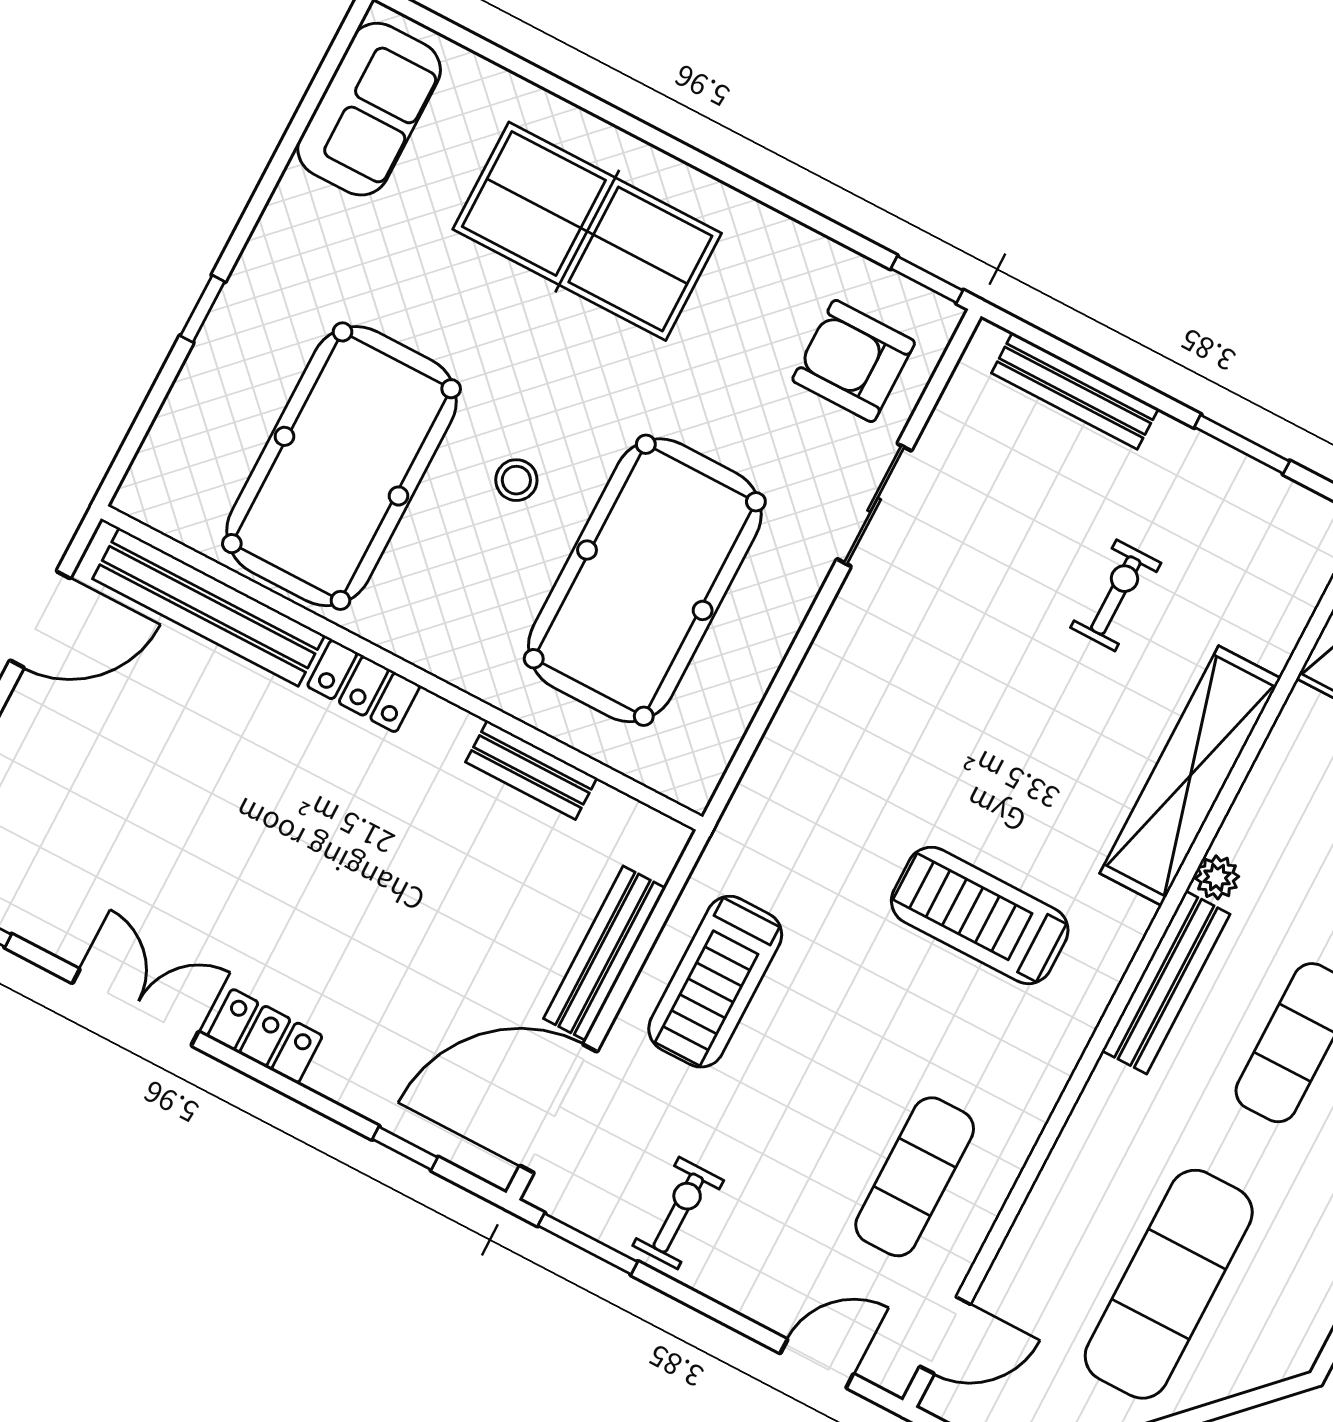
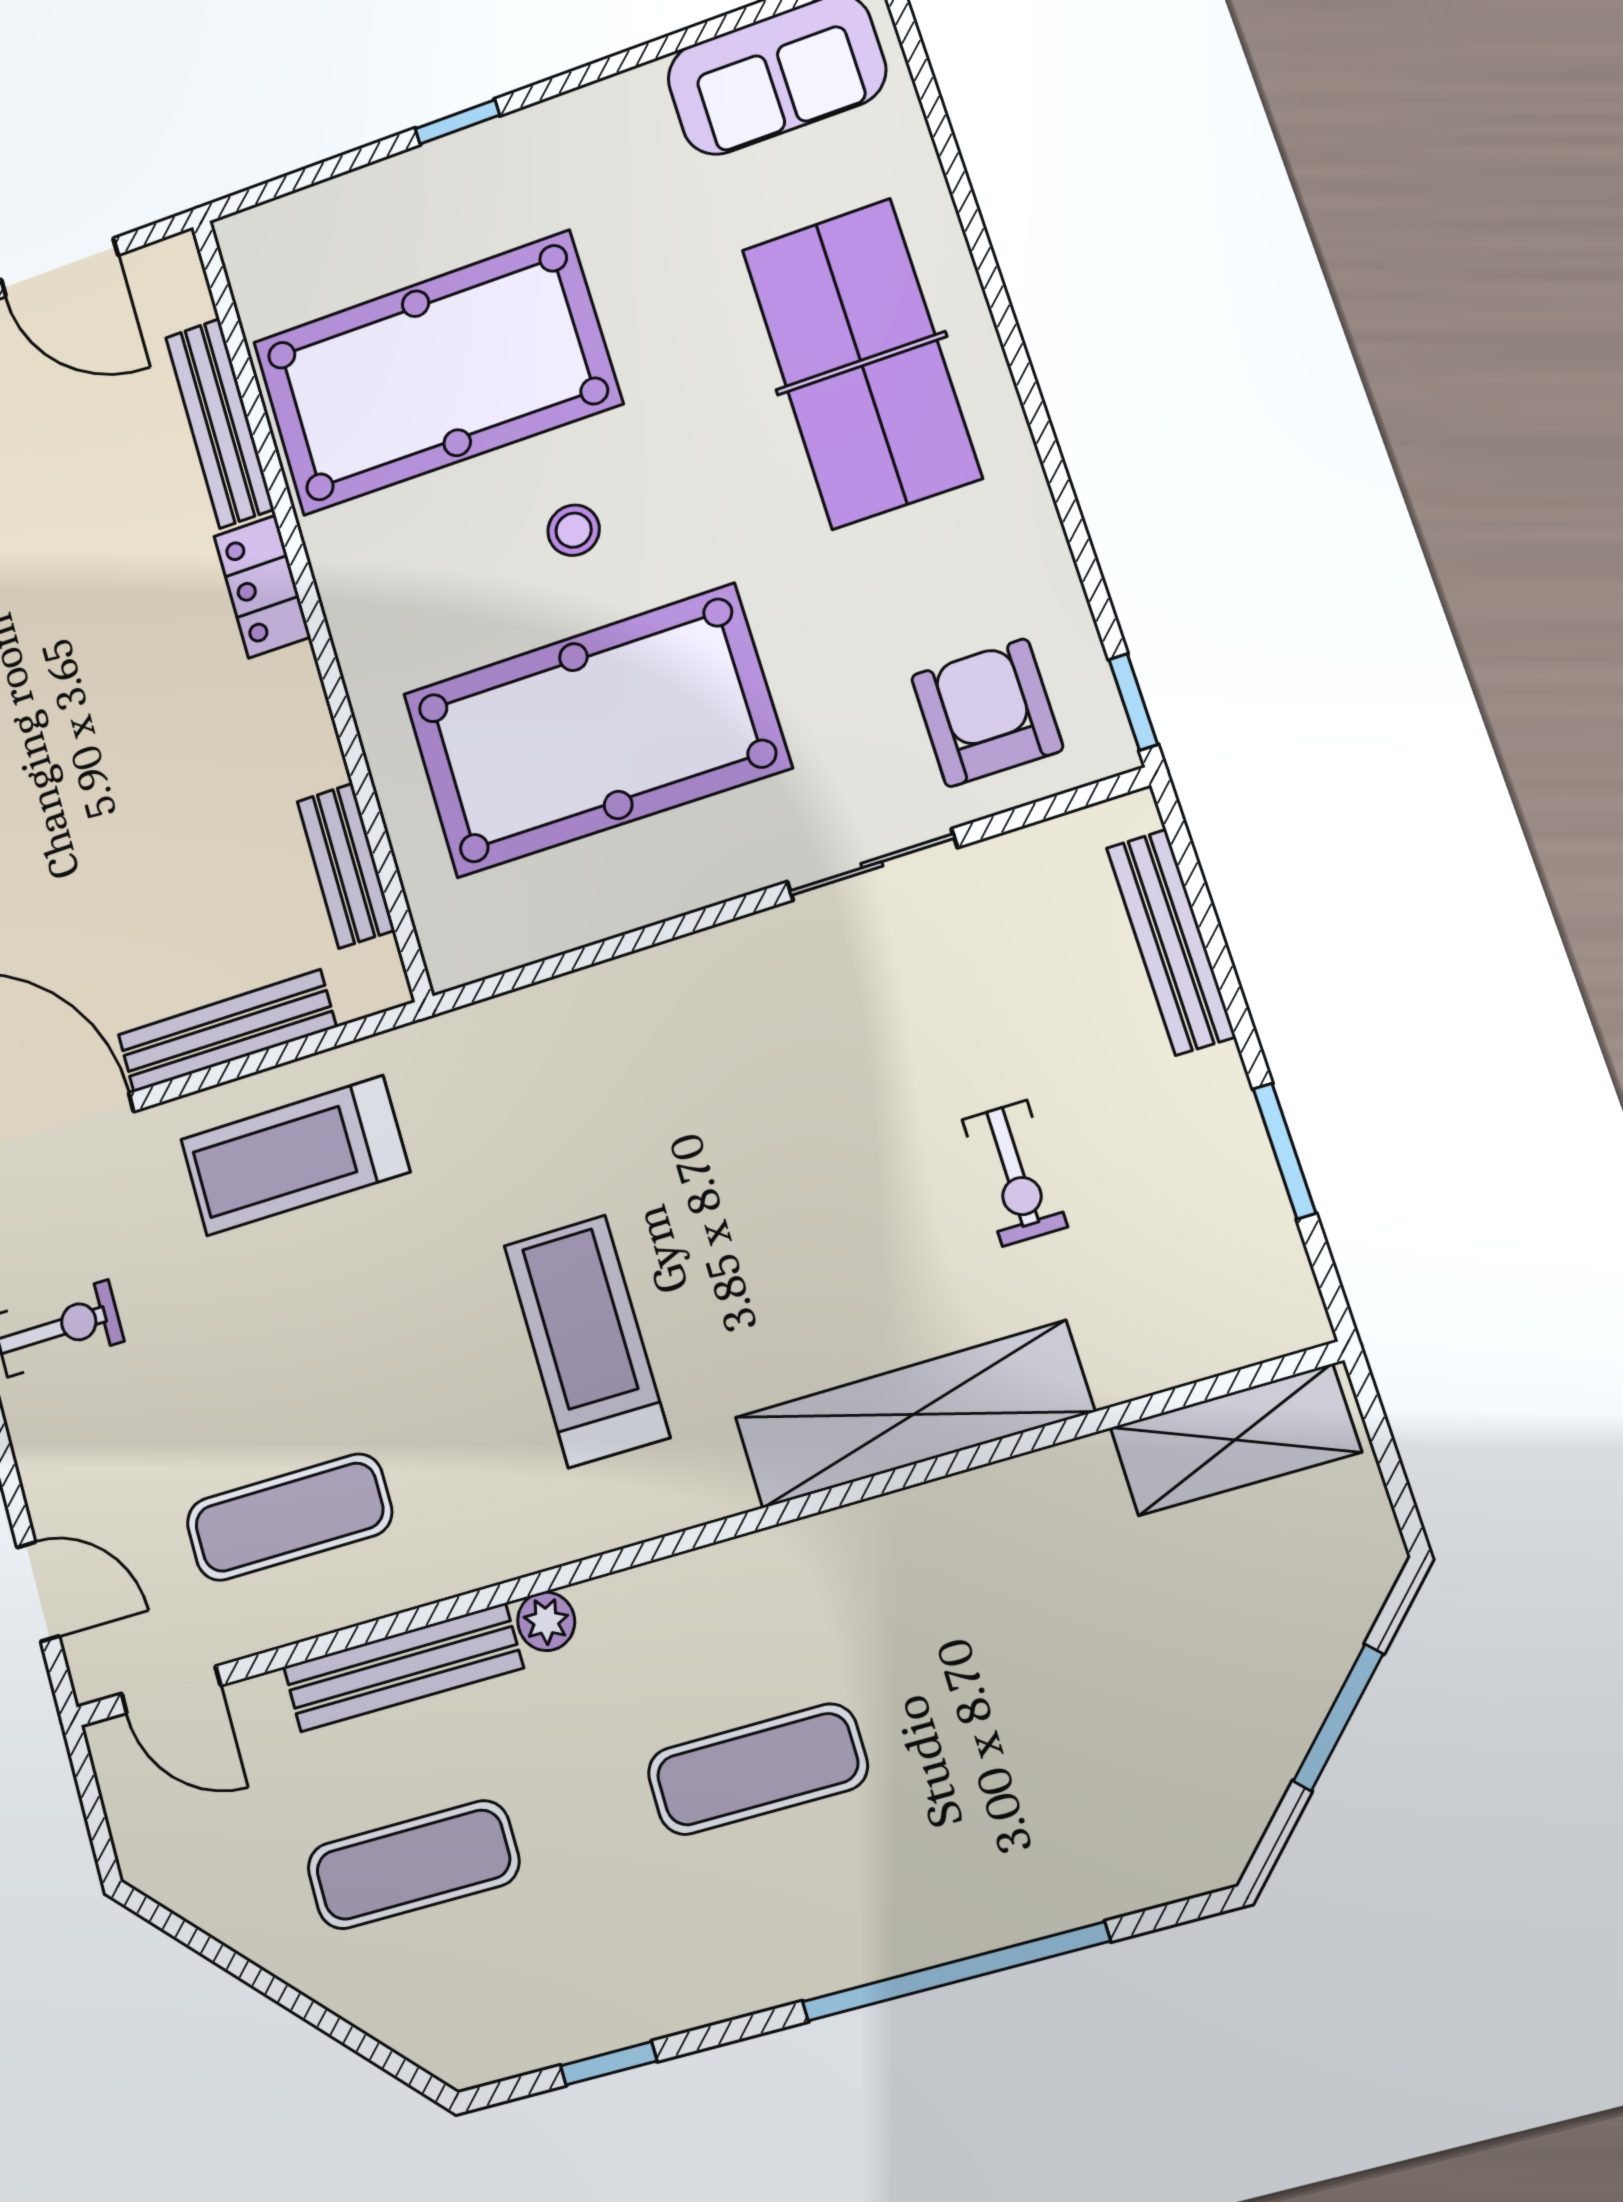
exercise bike: (1116, 595) -> (1015, 1173), turned 90
bench: (209, 607) -> (220, 423), width x0.73, depth x0.82
bench: (531, 770) -> (346, 866), moved
plant: (1217, 877) -> (546, 1621), moved
bench: (1166, 982) -> (403, 1667), moved
exercise mat: (1169, 1284) -> (413, 1865), width x0.73, depth x0.69

